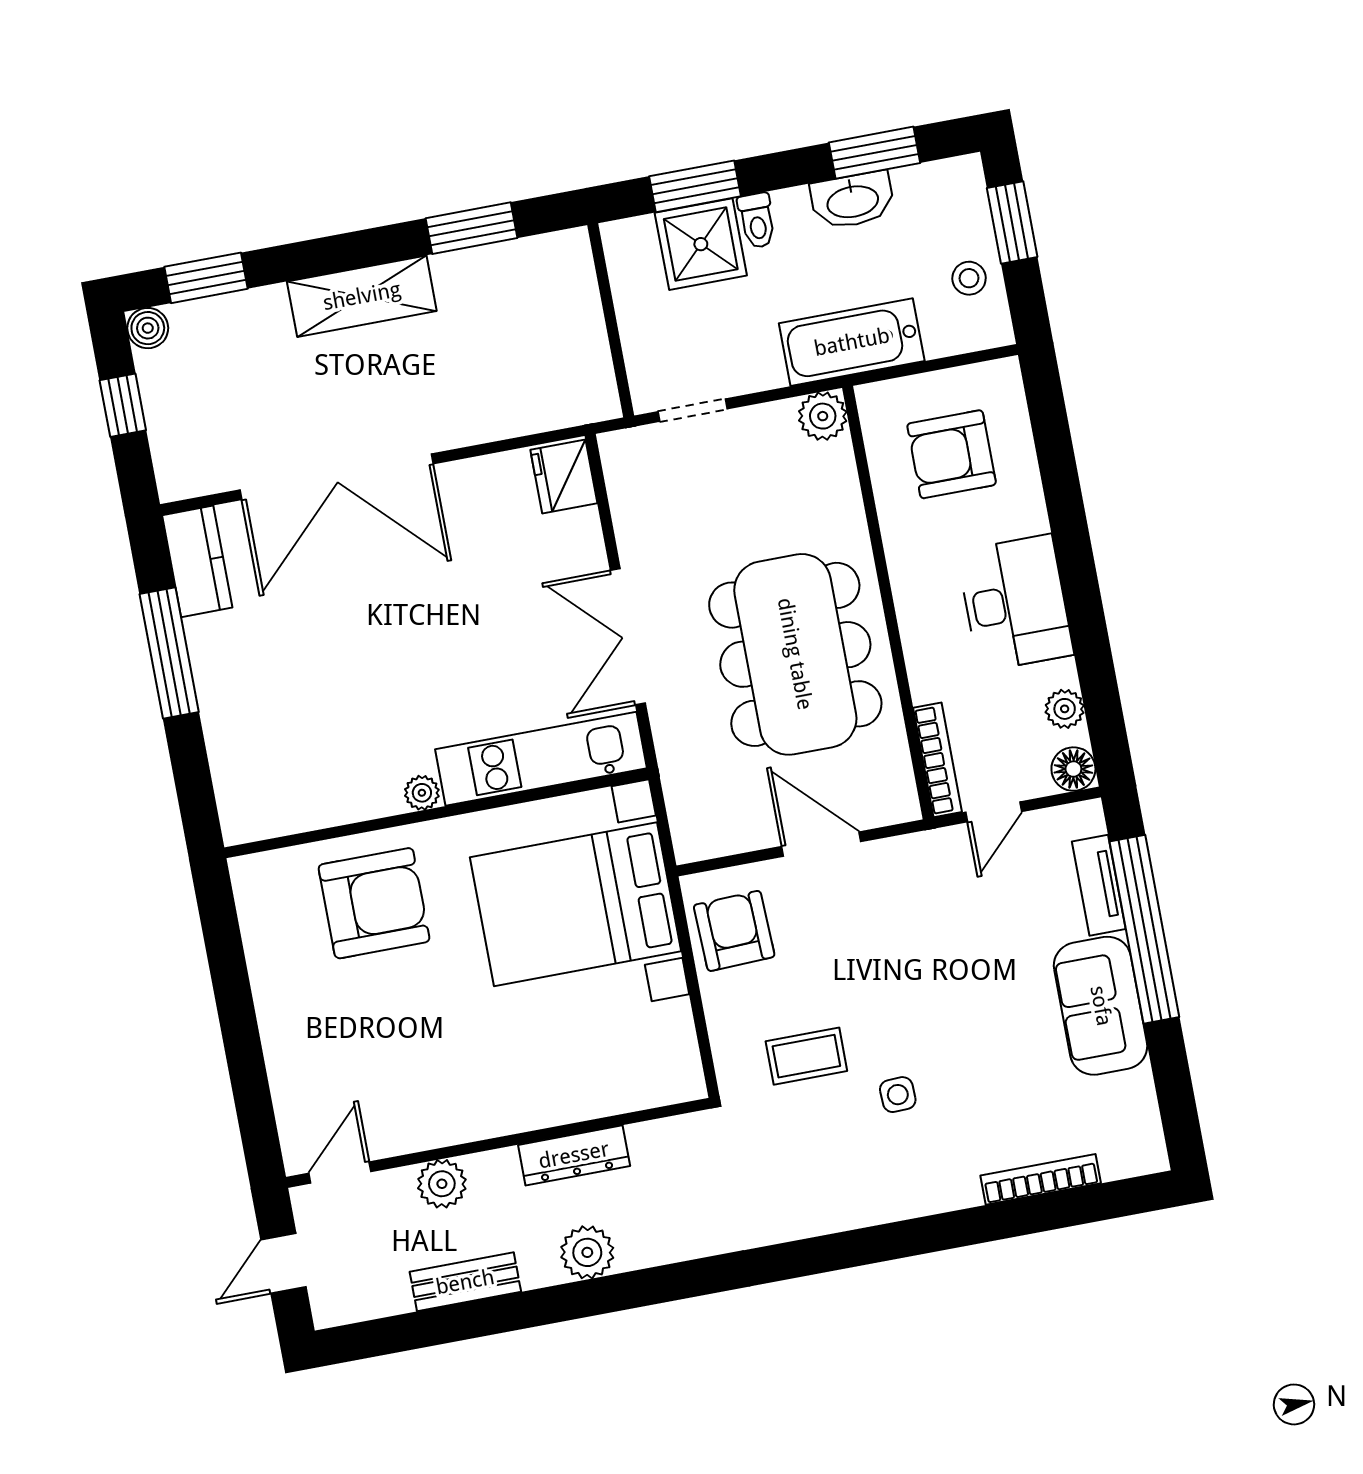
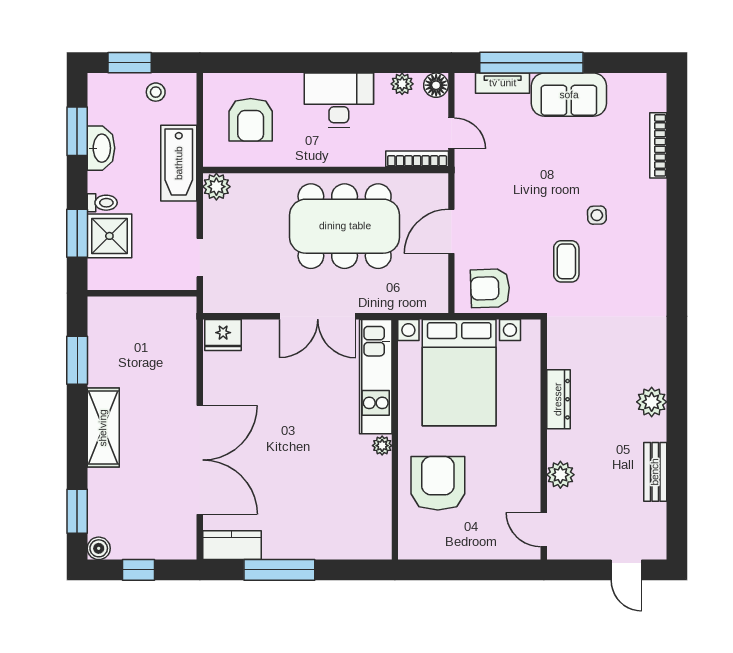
wall: (498, 1143) -> (544, 440), moved
dresser: (574, 1155) -> (558, 399), moved
door: (340, 1172) -> (544, 530), moved
plant: (442, 1184) -> (560, 475), moved

